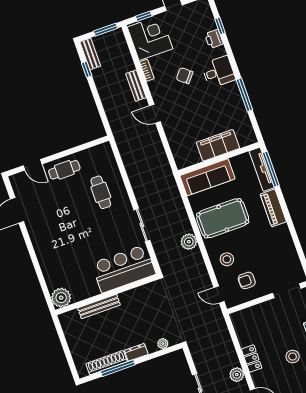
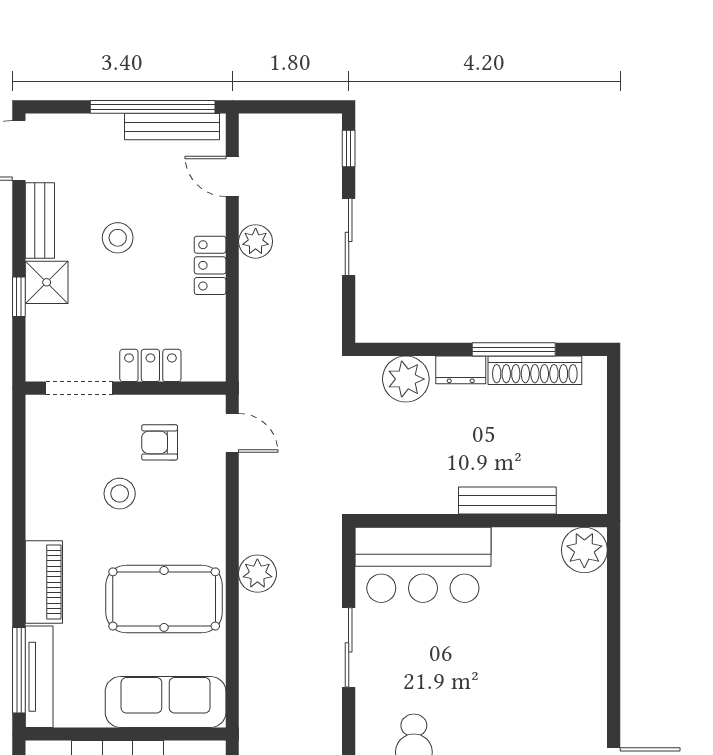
stool: (227, 259) -> (120, 494), moved
armchair: (247, 280) -> (160, 442), turned 180
locker: (261, 310) -> (150, 365), added
plant: (163, 344) -> (406, 379), width x1.88, depth x1.88

